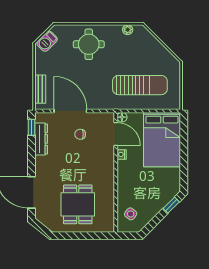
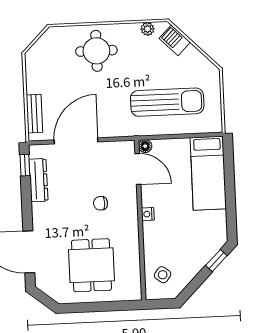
barbecue: (47, 41) -> (175, 40), moved, turned 90
door: (70, 111) -> (76, 141), hinge flipped
chair: (80, 134) -> (101, 203), moved
bed: (162, 140) -> (208, 173), width x0.67
nightstand: (122, 154) -> (148, 214), moved

